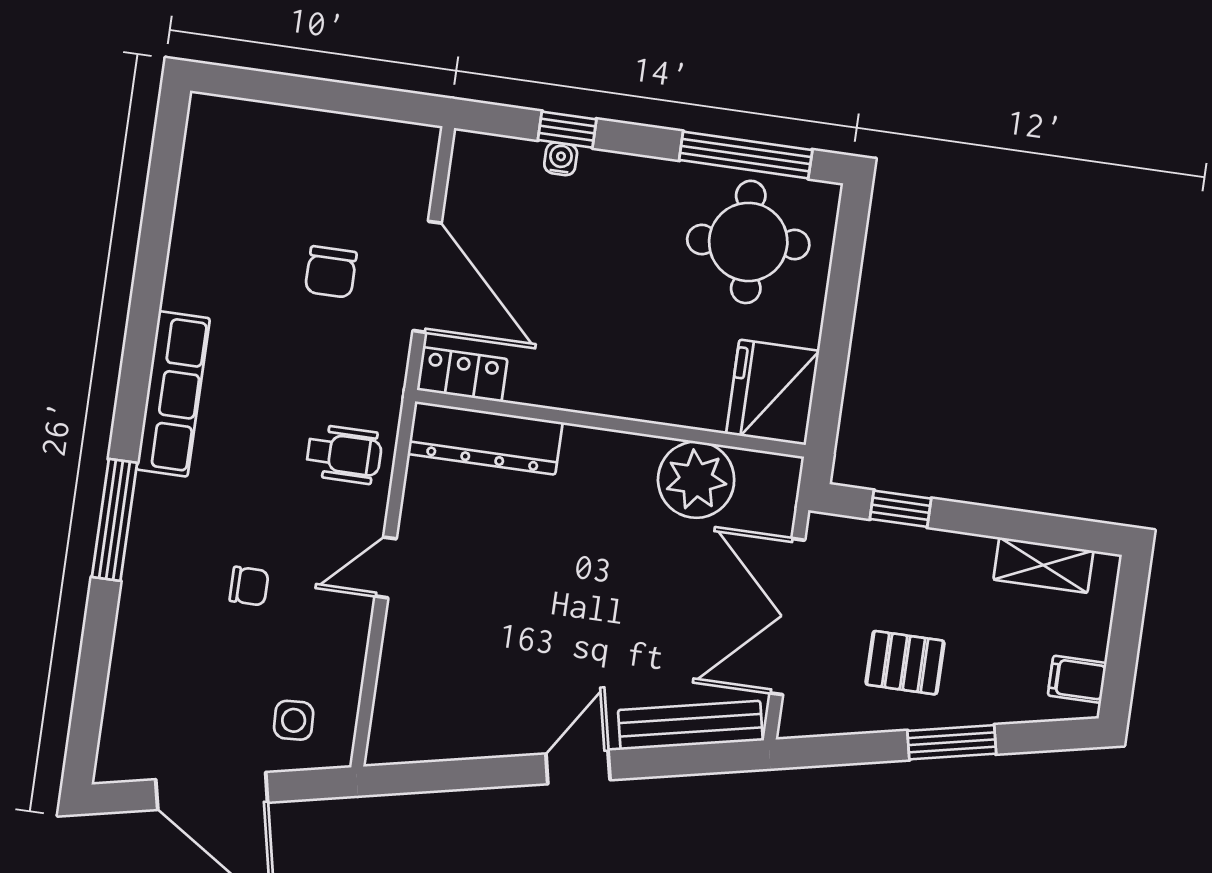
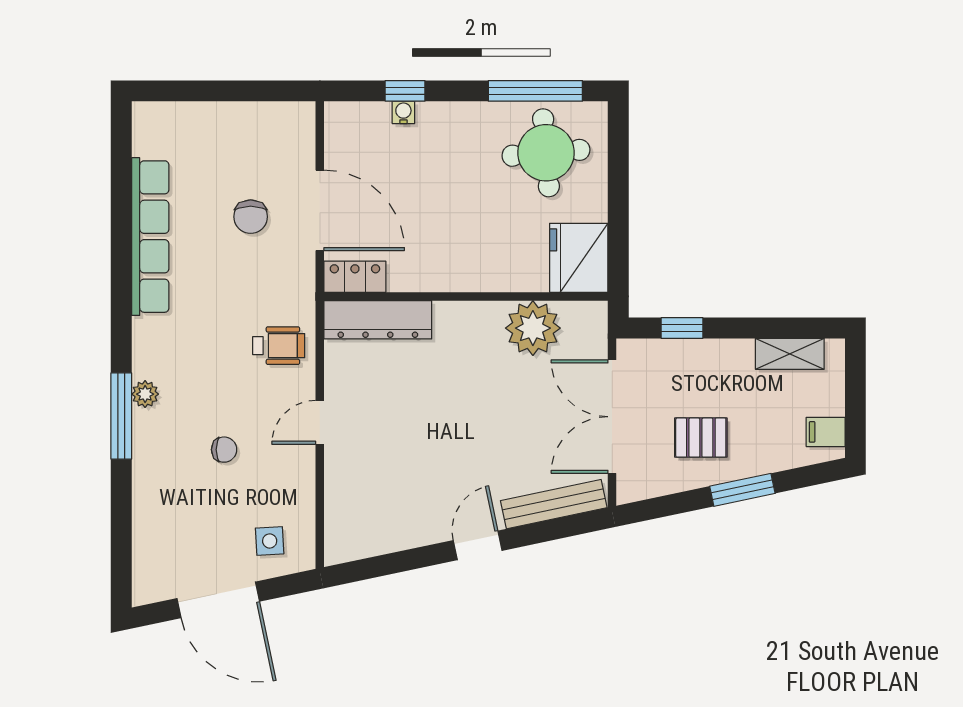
row of seats: (173, 394) -> (150, 237), moved, width x1.36
plant: (152, 495) -> (145, 394), added

